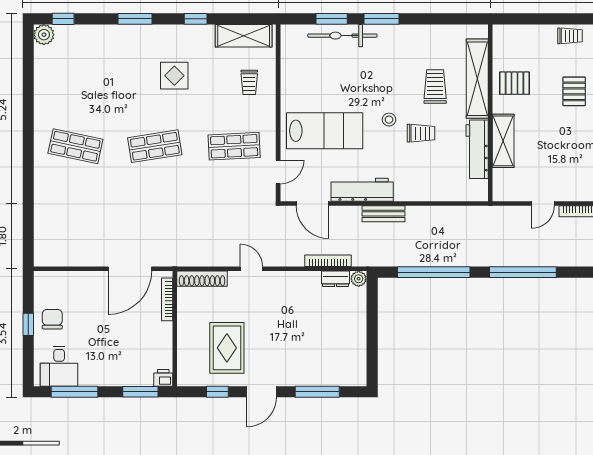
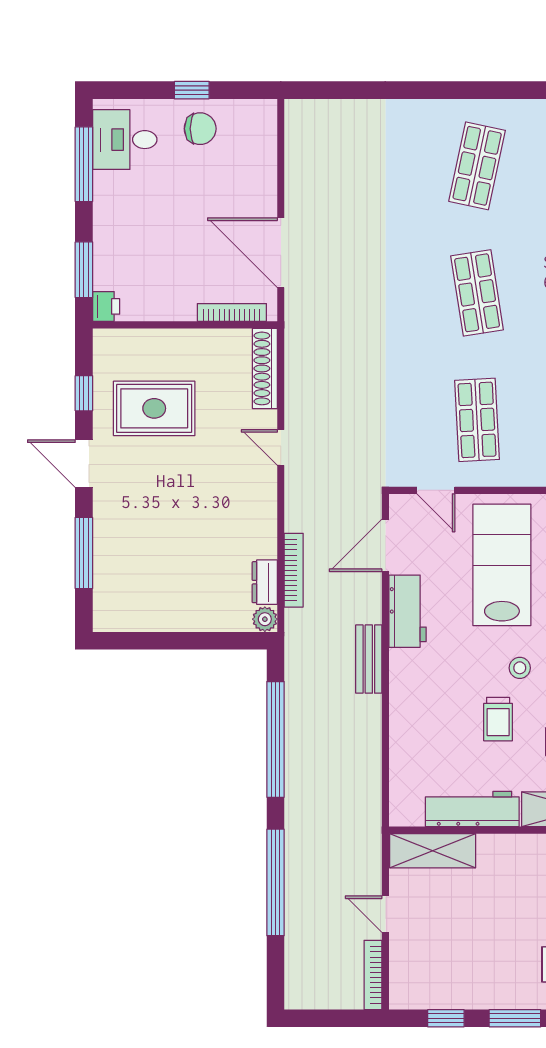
lab bench: (325, 131) -> (502, 565), turned 180
shelving: (503, 141) -> (433, 851), moved
workbench: (362, 190) -> (407, 611), width x0.73
door: (251, 269) -> (281, 448), swing flipped

